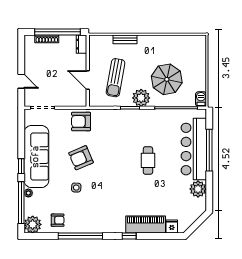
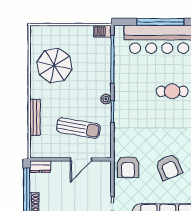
bench: (125, 39) -> (35, 117), width x1.36
parasol: (167, 79) -> (54, 66), moved
plant: (141, 98) -> (106, 99), width x0.53, depth x0.53

